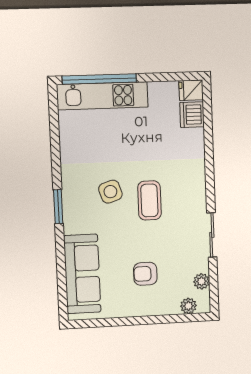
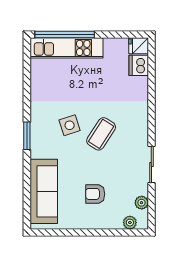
coffee table: (149, 200) -> (101, 134), turned 33

